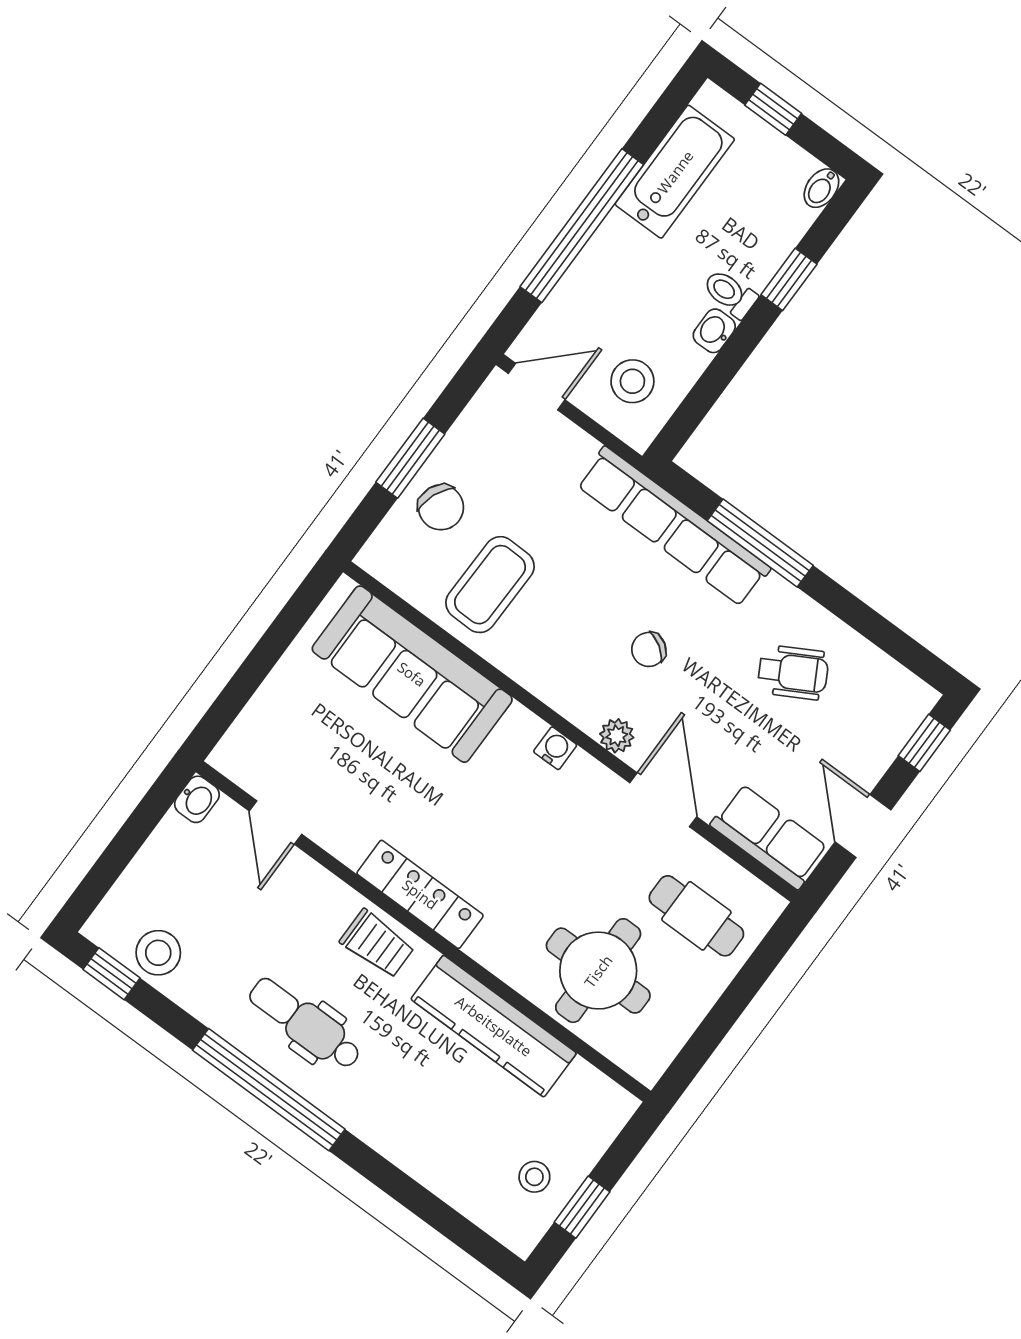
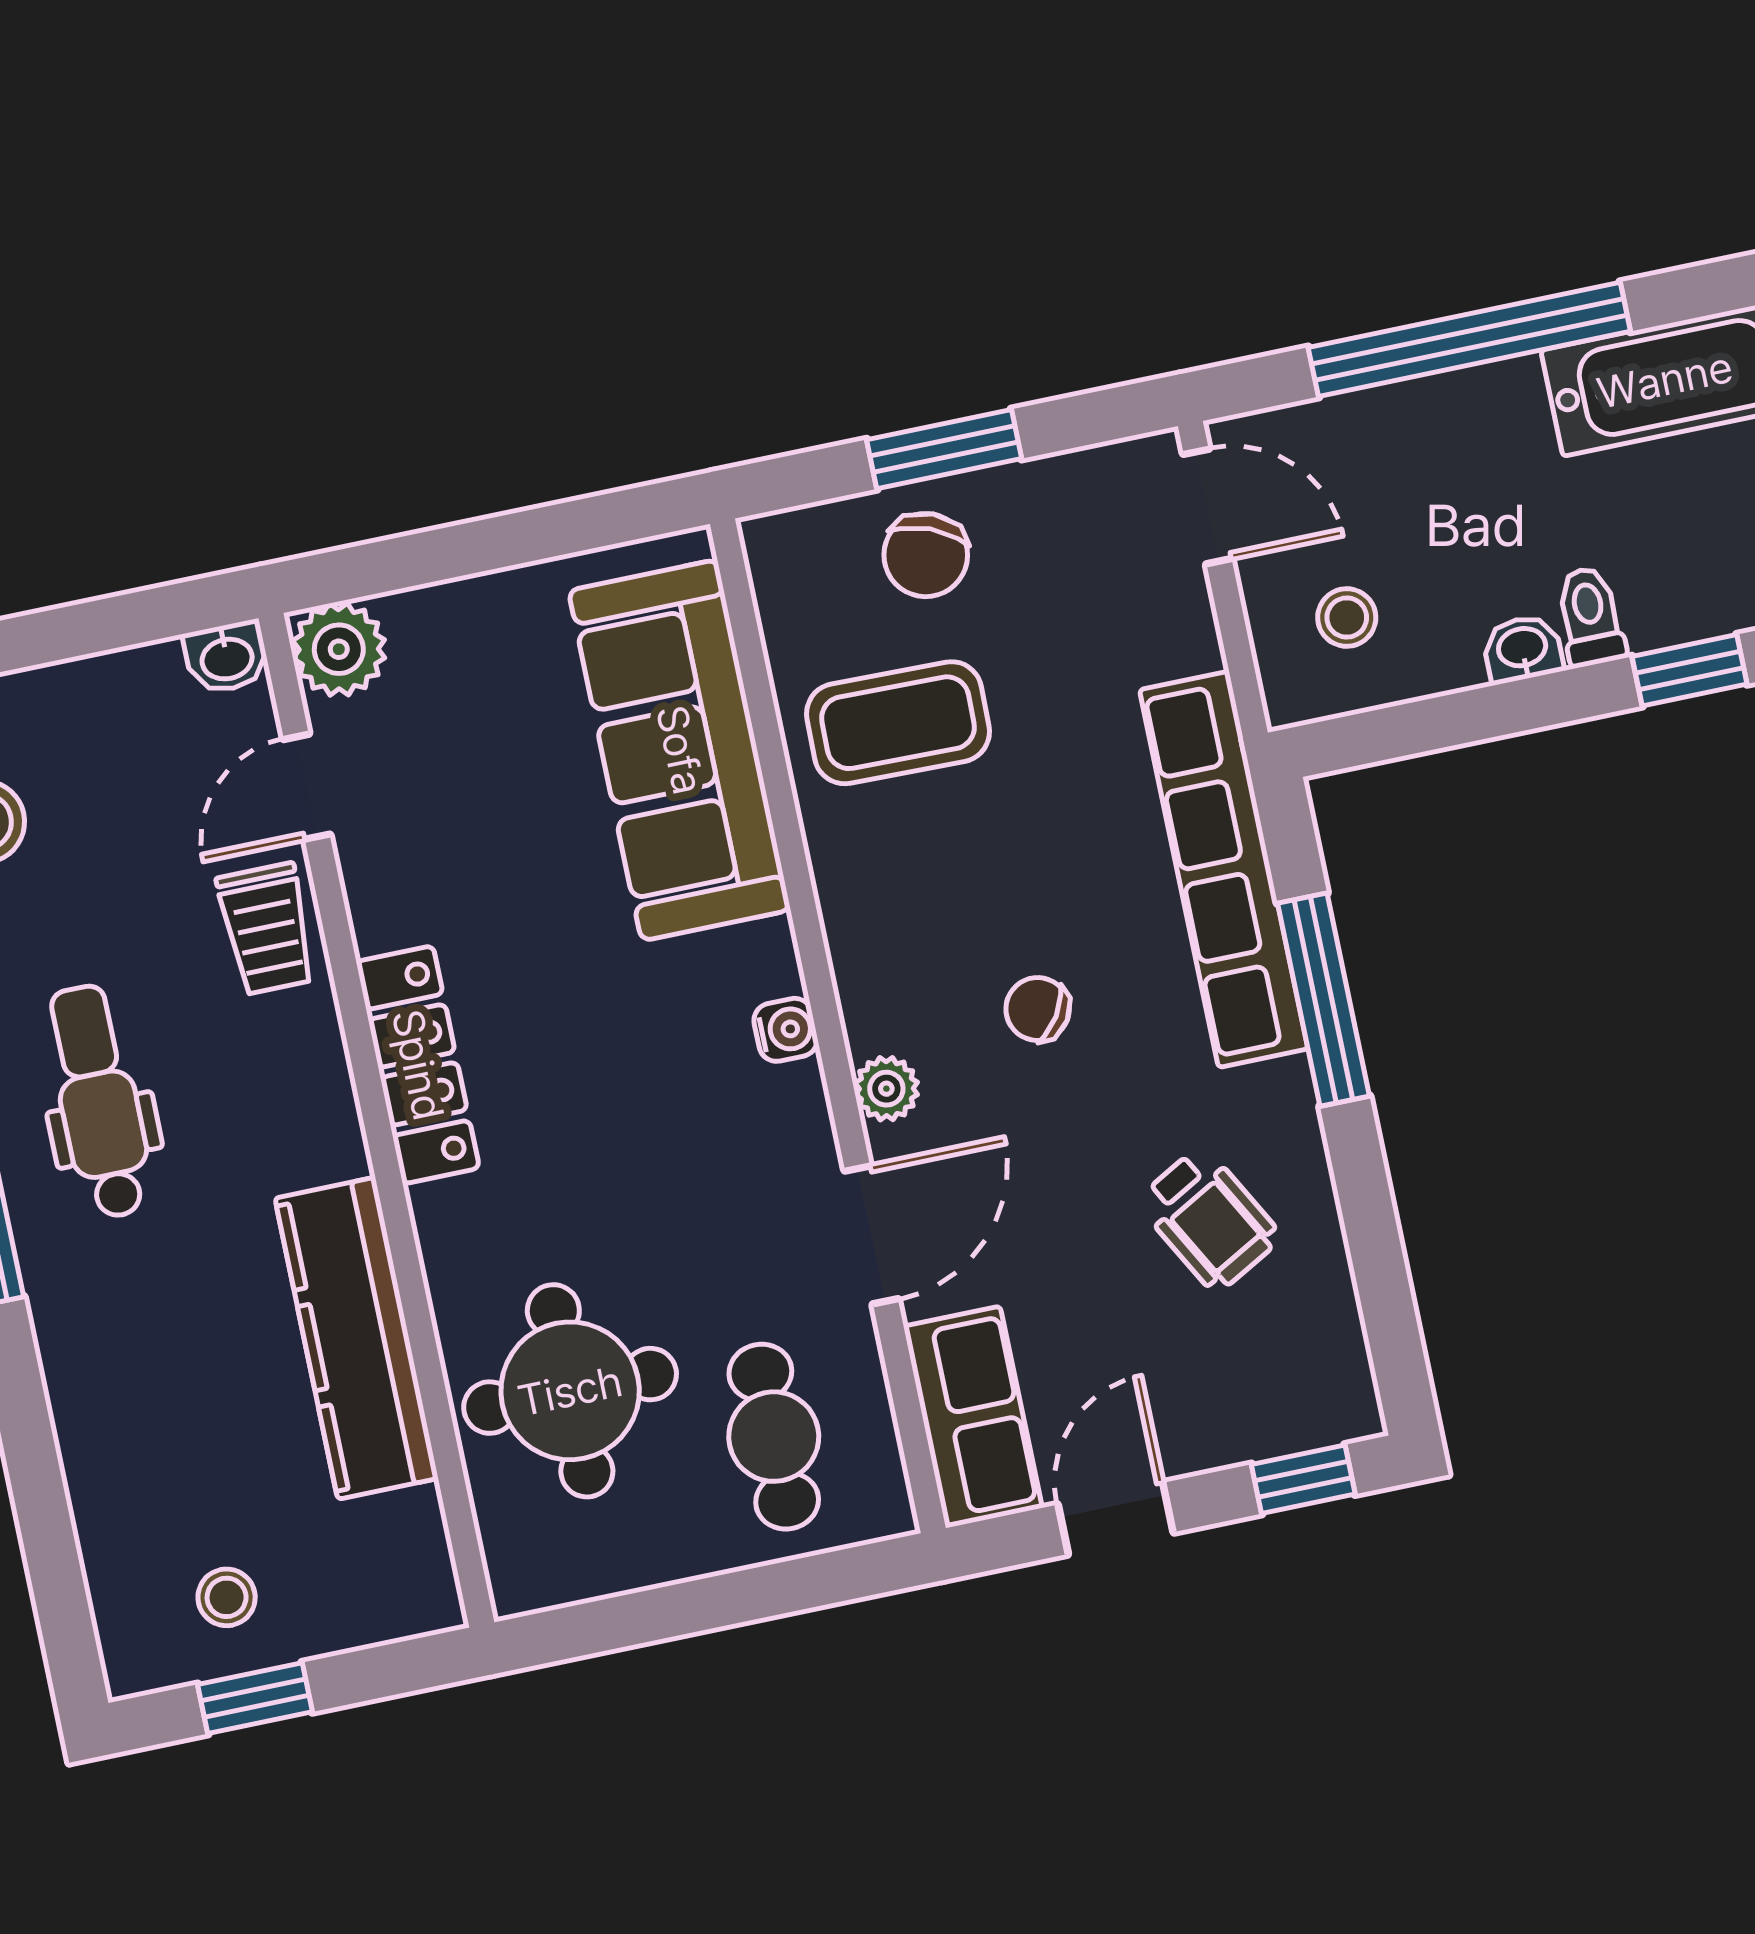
stool: (632, 381) -> (1347, 618), width x0.73, depth x0.73
plant: (239, 756) -> (339, 649), added
trolley: (377, 944) -> (267, 929), moved

